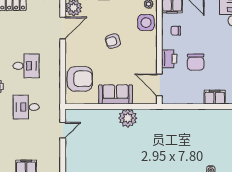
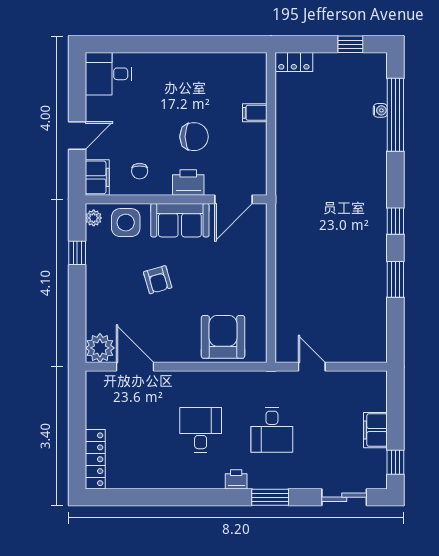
sofa: (116, 94) -> (180, 220), moved, turned -90
filing cabinet: (215, 97) -> (255, 113), width x0.50
plant: (128, 118) -> (291, 254), removed

